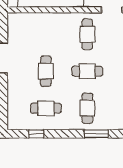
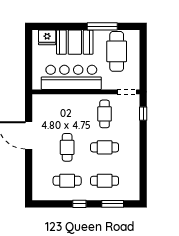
cafe table: (87, 108) -> (105, 181), turned 90
window: (36, 134) -> (79, 204), moved

